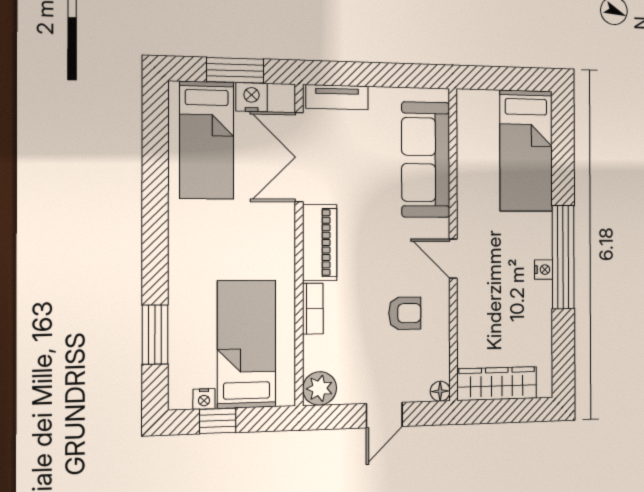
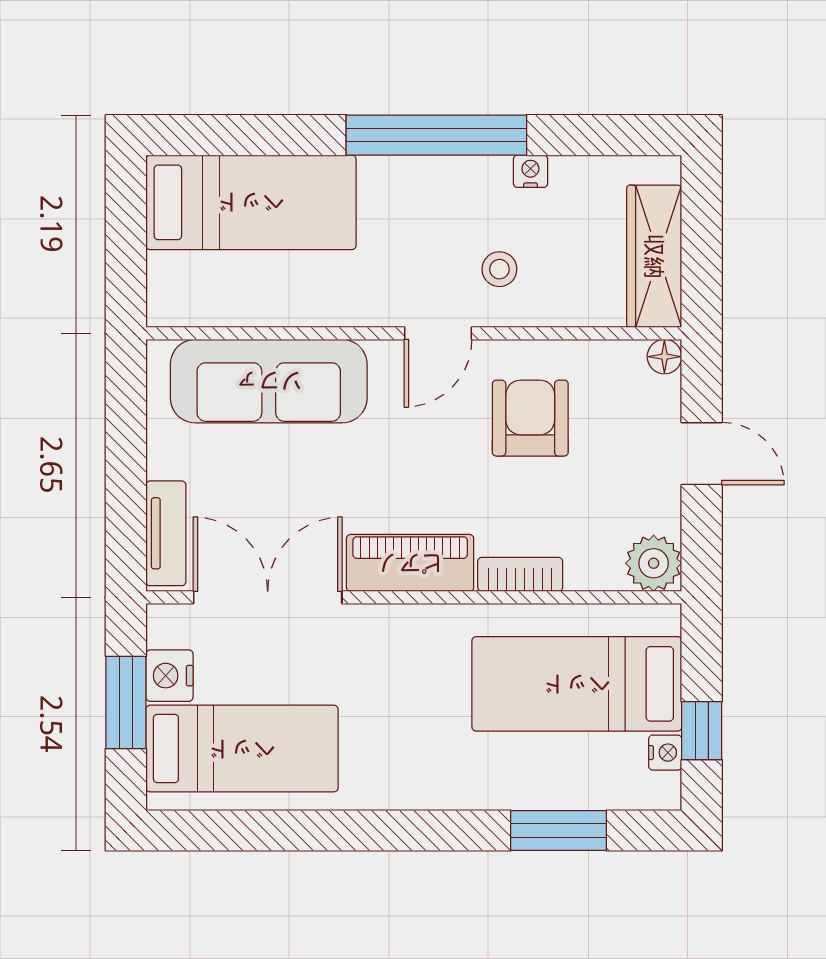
double door: (299, 157) -> (268, 597), swing flipped
nightstand: (543, 270) -> (530, 171), moved
stool: (489, 294) -> (499, 269), added
armchair: (405, 313) -> (530, 418), width x1.38, depth x1.38

